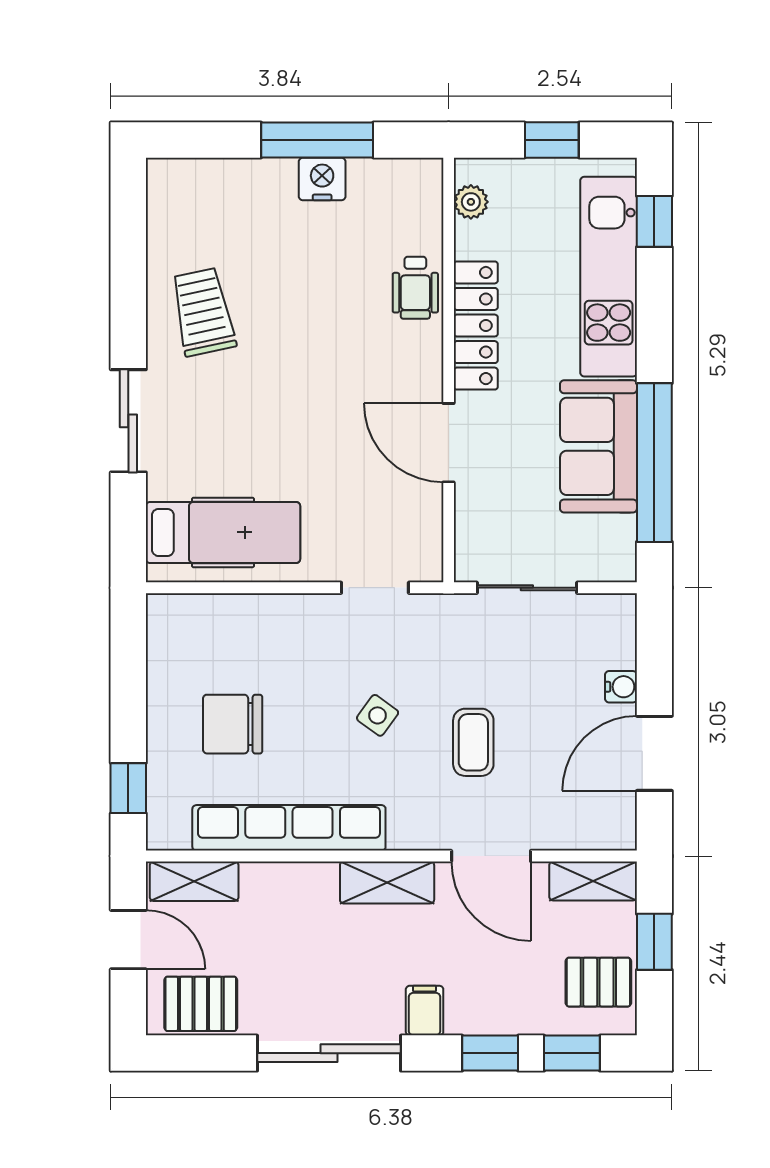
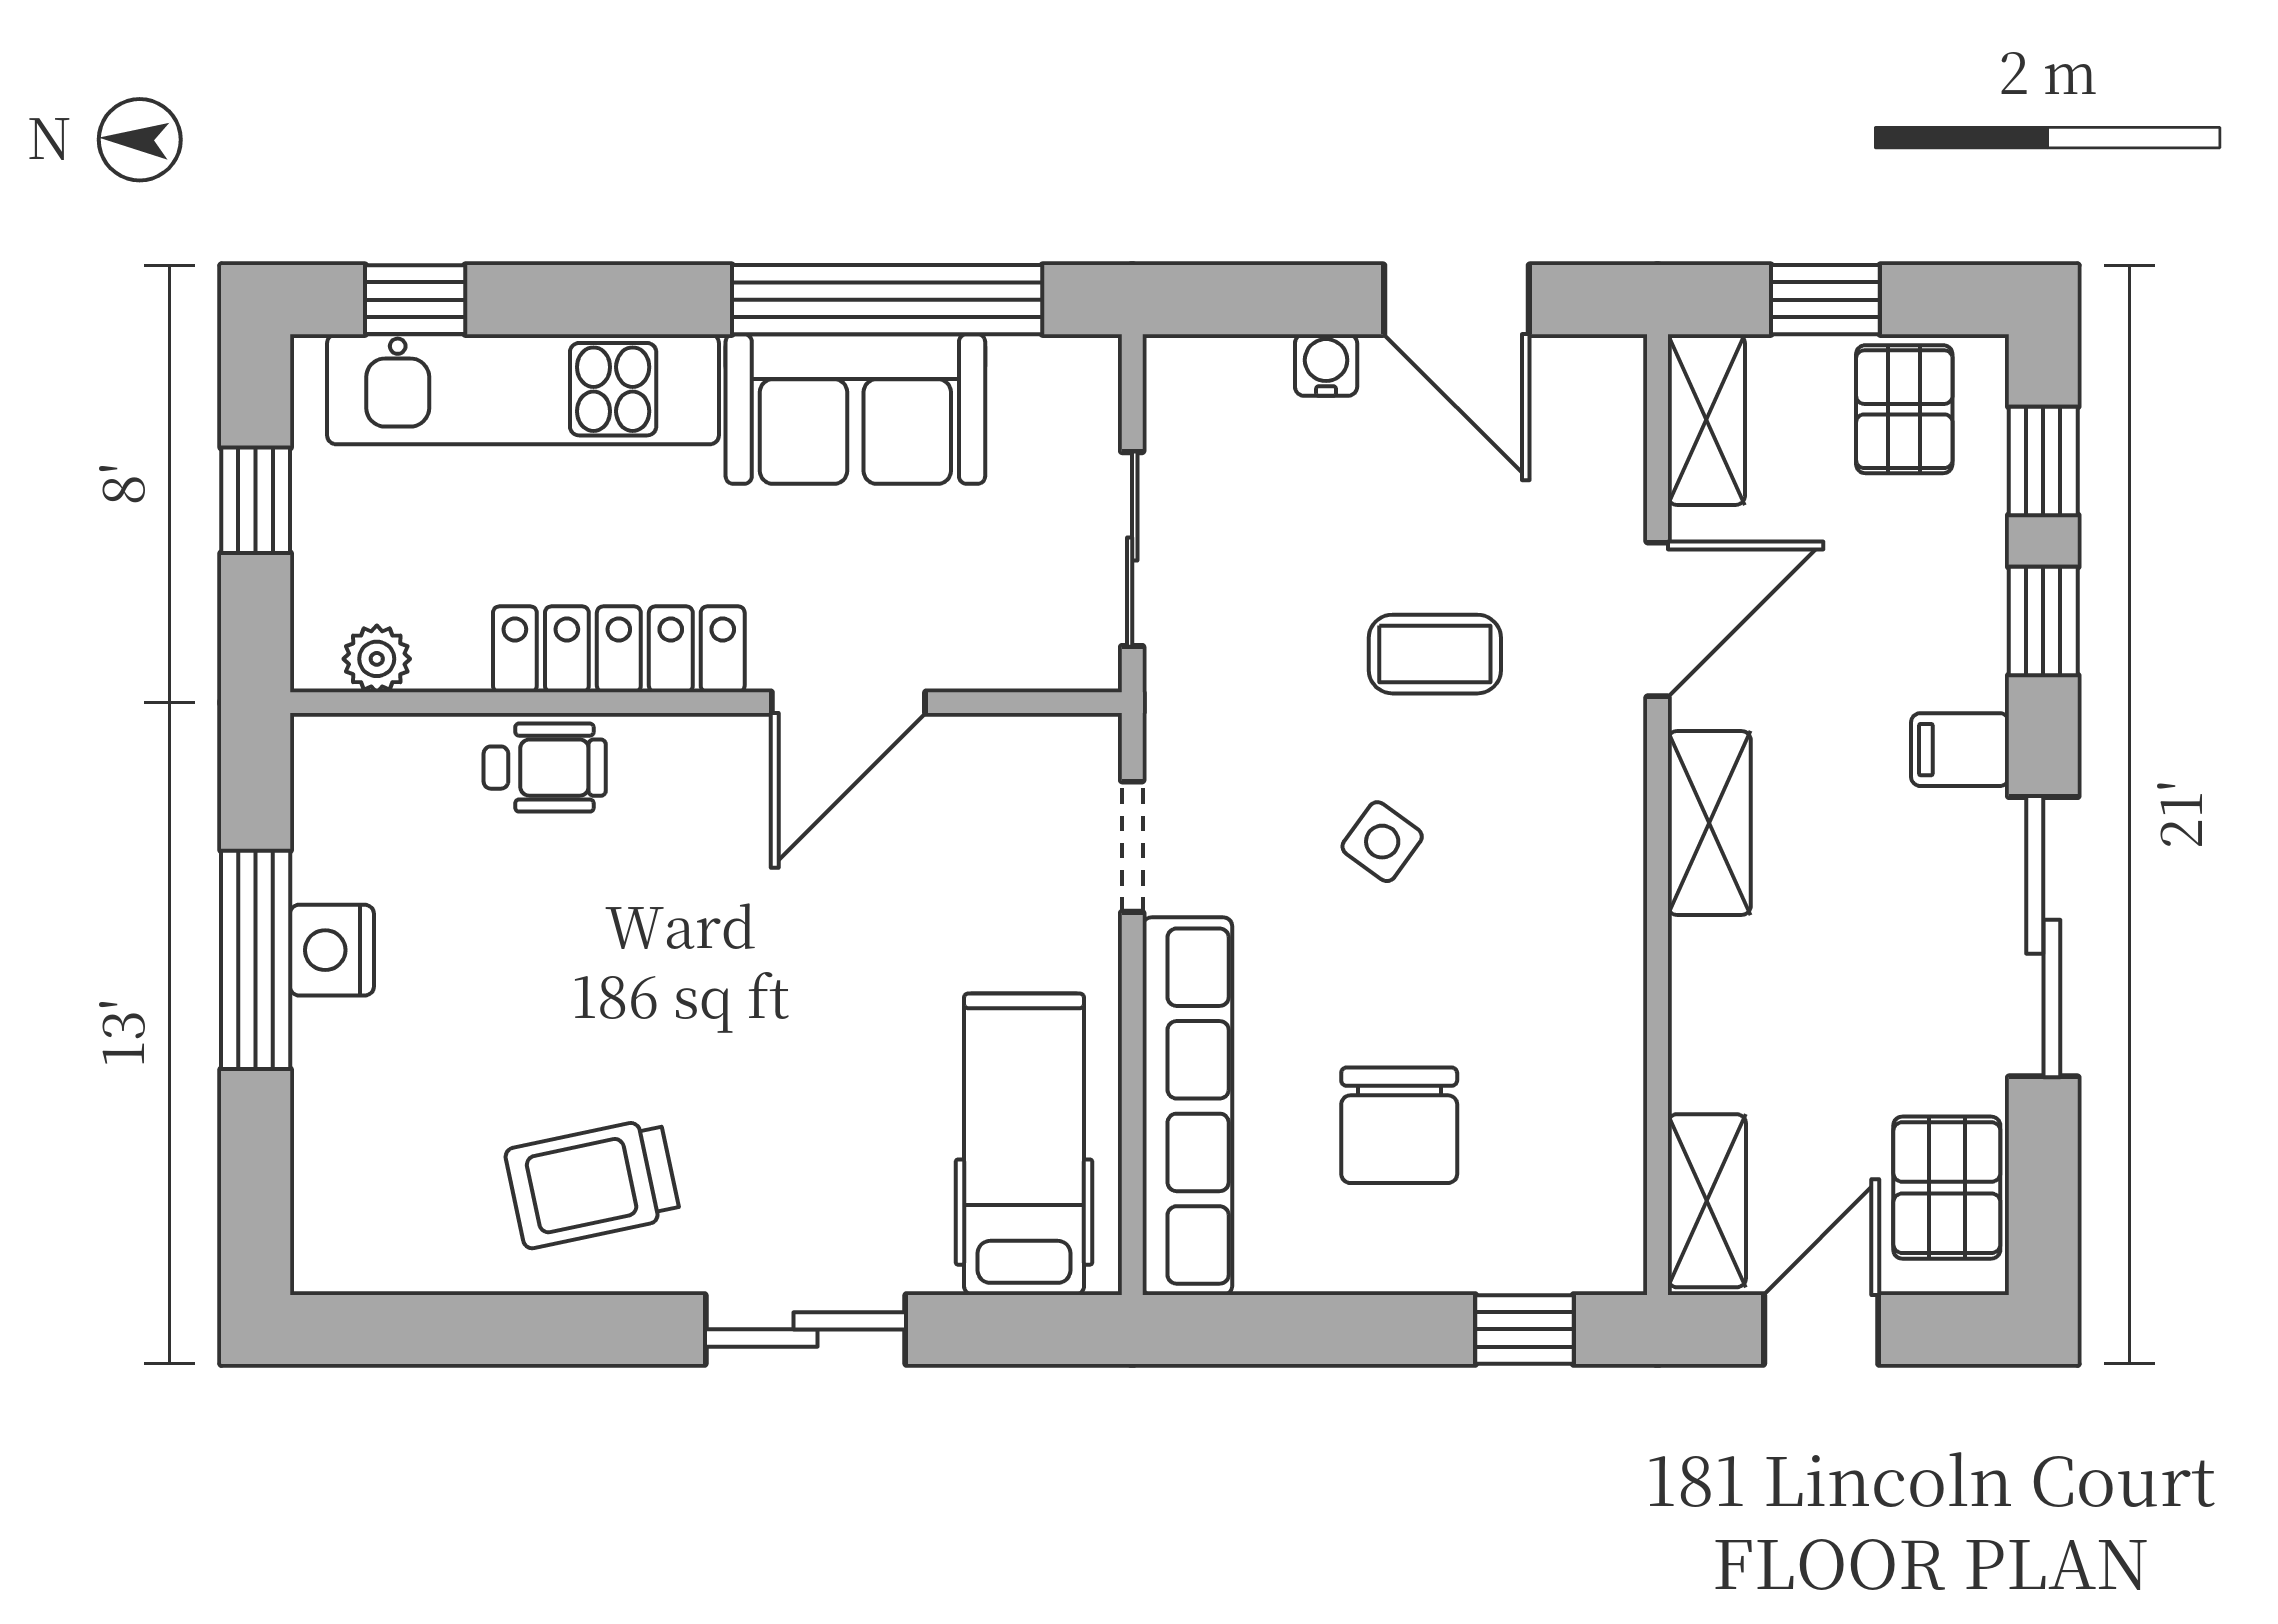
row of seats: (289, 828) -> (1187, 1106), moved, turned 180

